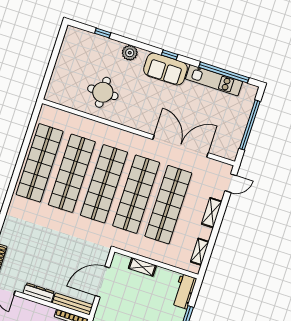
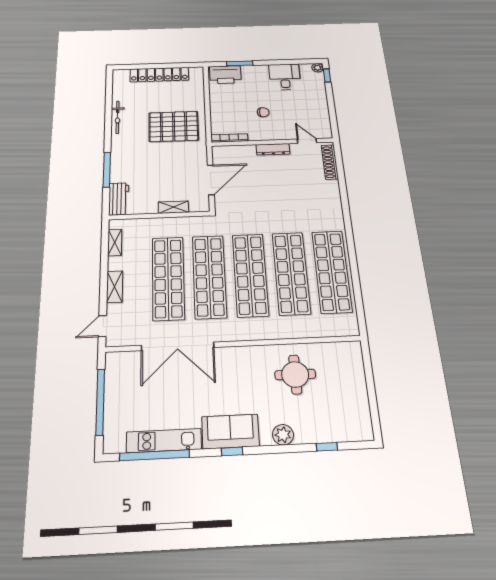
bench: (73, 304) -> (234, 150), removed

